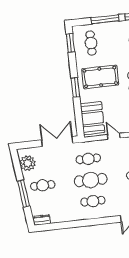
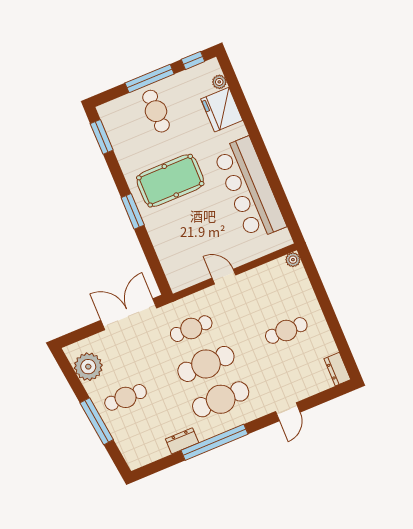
cafe table: (91, 43) -> (156, 111), moved
booth: (92, 118) -> (178, 256), removed
cafe table: (93, 201) -> (221, 399), width x1.37, depth x1.35
dresser: (42, 220) -> (182, 441), moved
window: (83, 223) -> (214, 442), added

